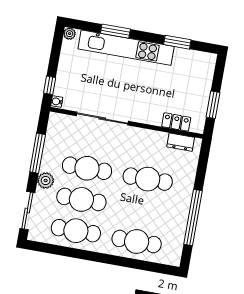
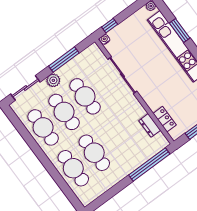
dresser: (181, 142) -> (150, 125), moved
cafe table: (148, 179) -> (94, 153), moved
window: (193, 217) -> (149, 165), moved

